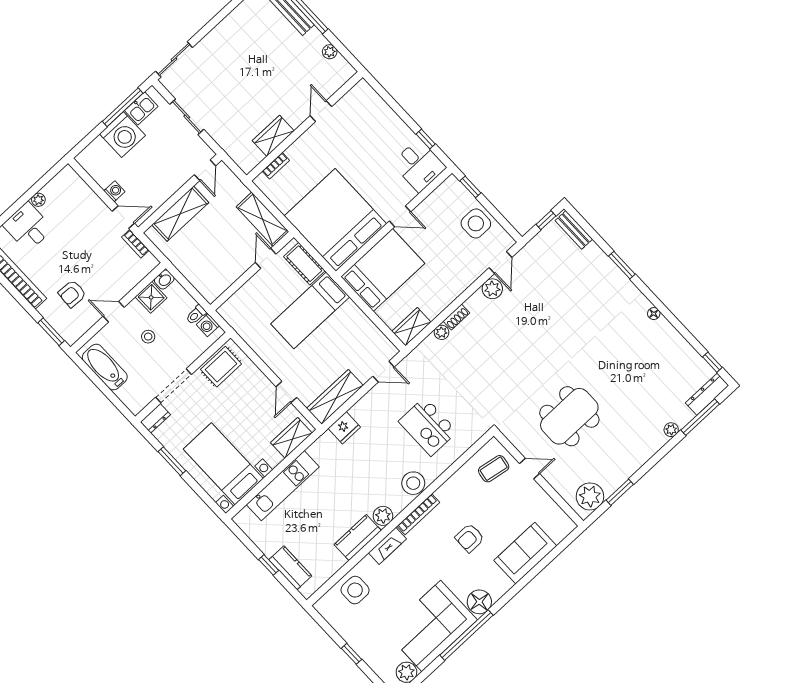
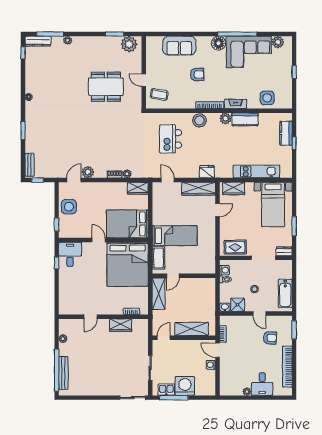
kitchen island: (428, 426) -> (171, 139), turned 180

